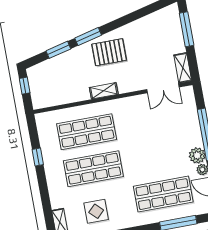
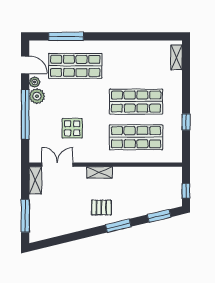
window: (58, 50) -> (159, 216), moved
pallet: (109, 52) -> (101, 208), width x0.67, depth x0.71
shelving: (104, 91) -> (100, 172), moved
display table: (96, 211) -> (72, 128), moved

